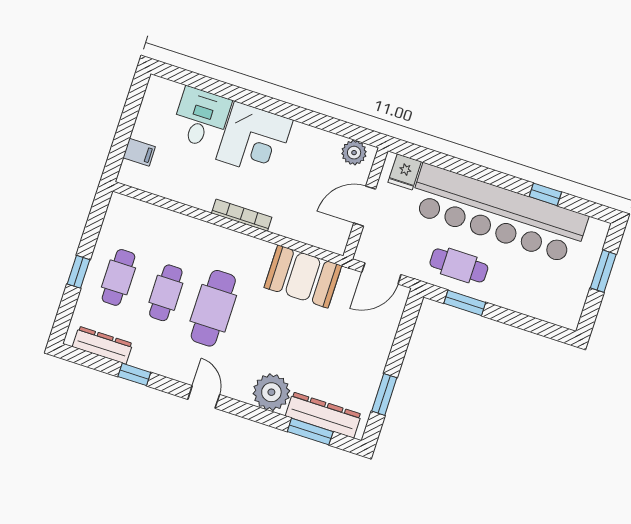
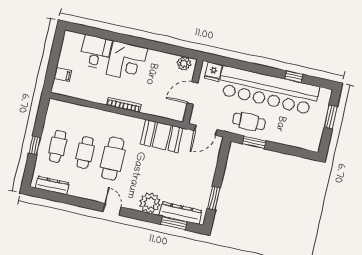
window: (134, 374) -> (72, 200), removed

